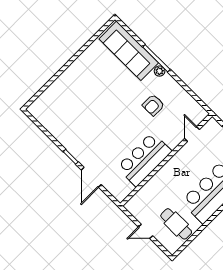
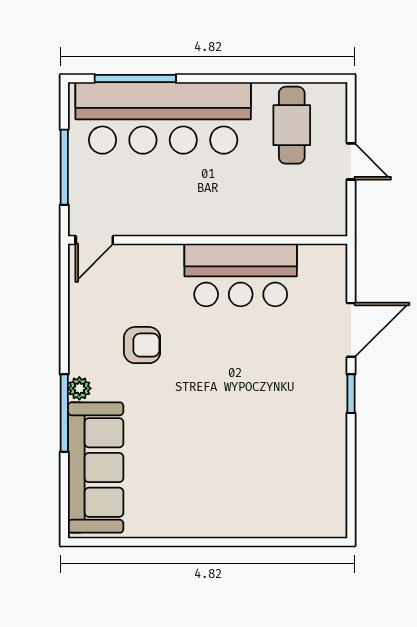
door: (192, 134) -> (94, 240), moved

